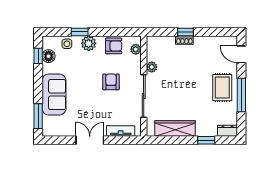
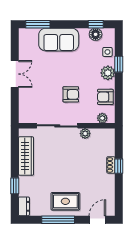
armchair: (114, 46) -> (105, 97), turned 90
tv unit: (121, 131) -> (24, 104), removed

